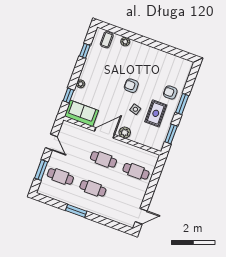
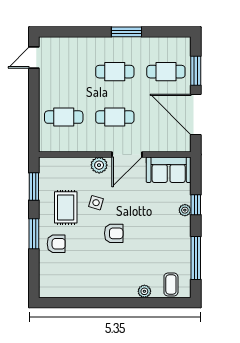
window: (85, 51) -> (196, 258), width x2.17
window: (68, 95) -> (196, 205), moved
door: (51, 142) -> (196, 115), width x1.88

